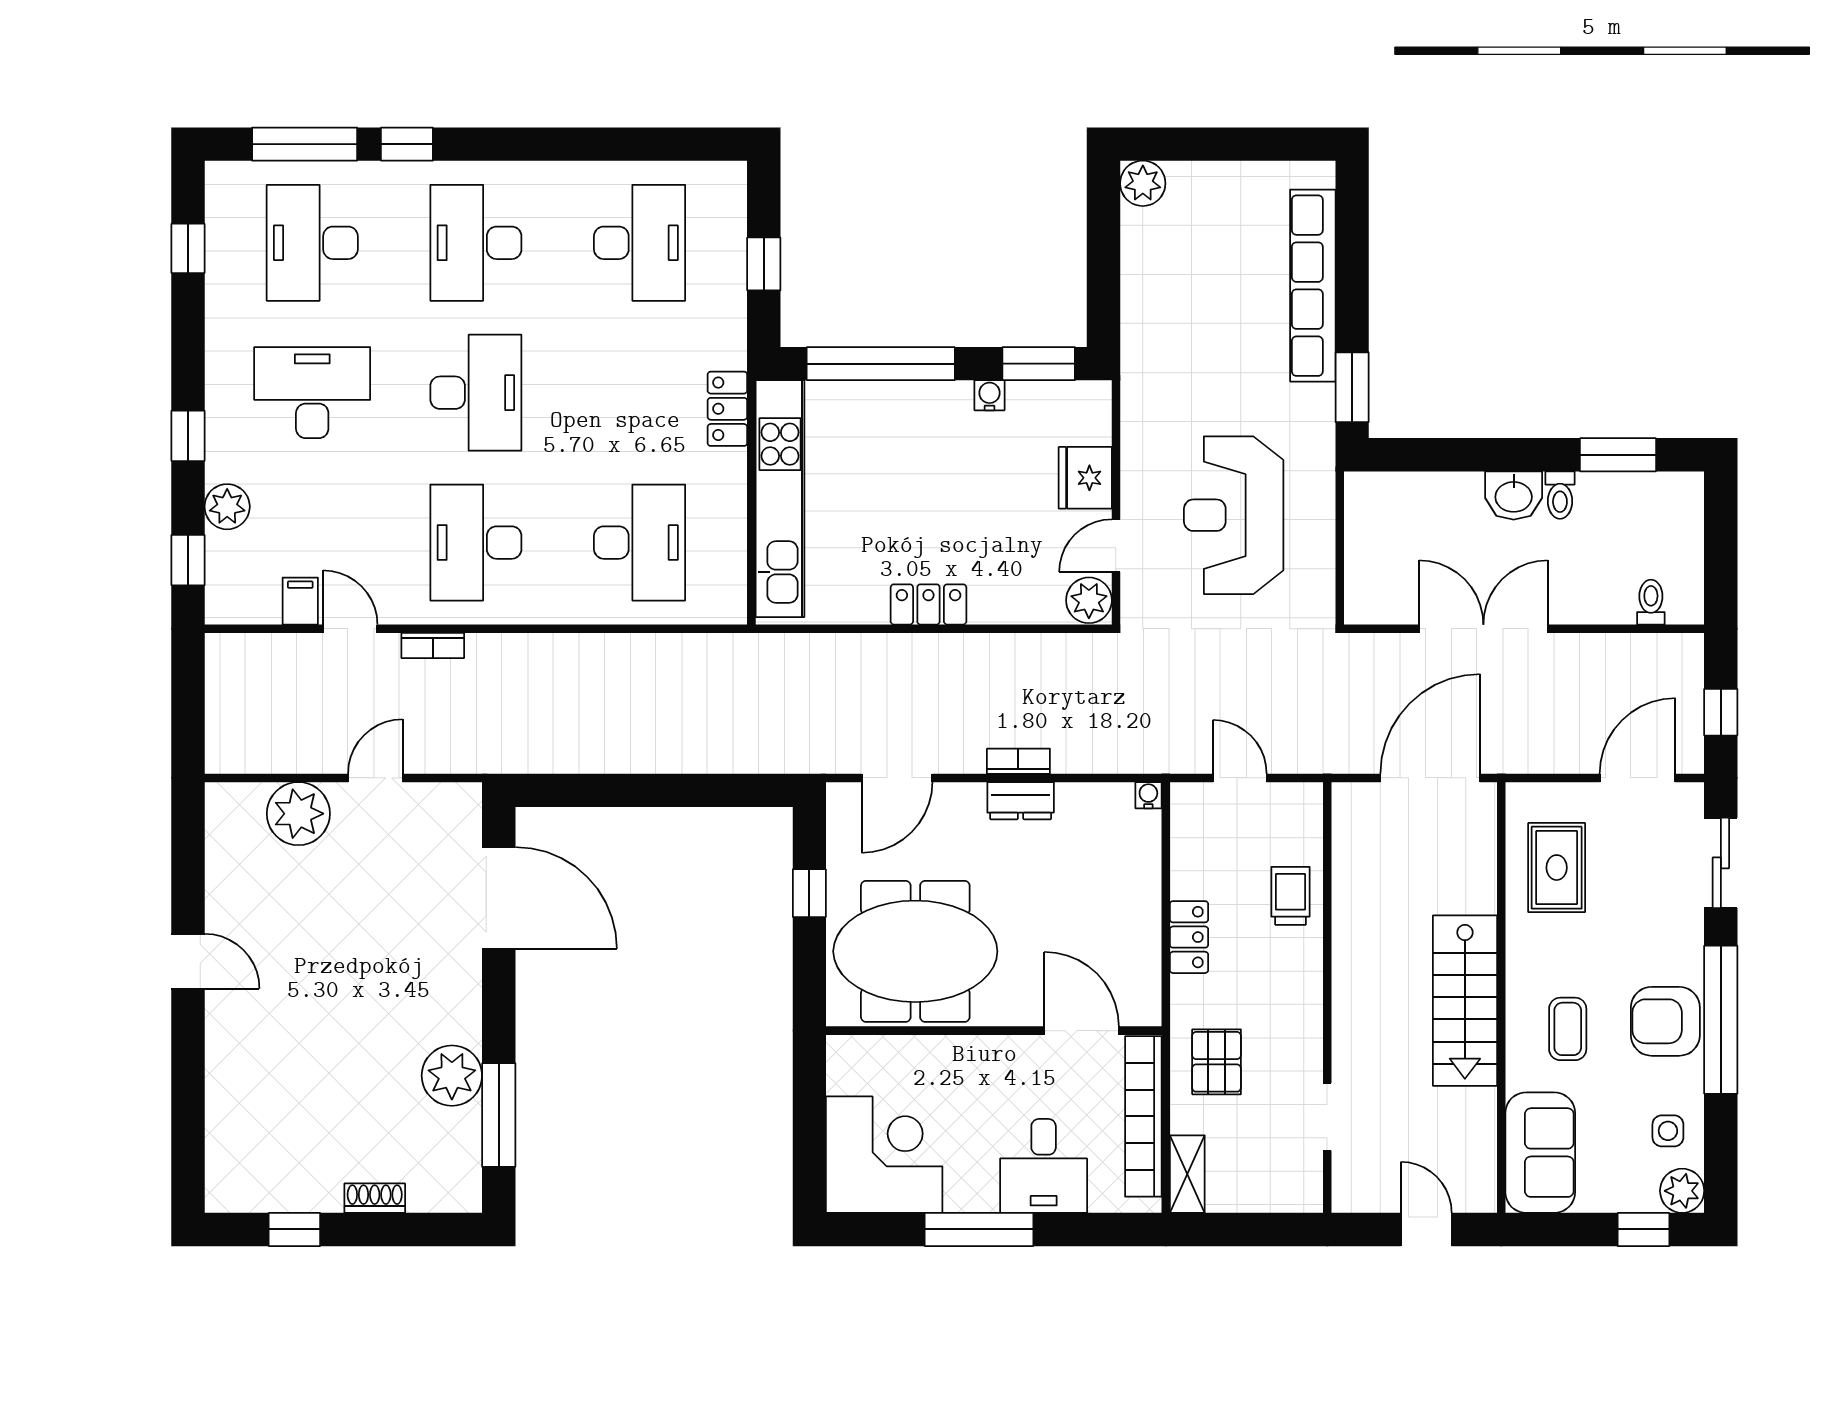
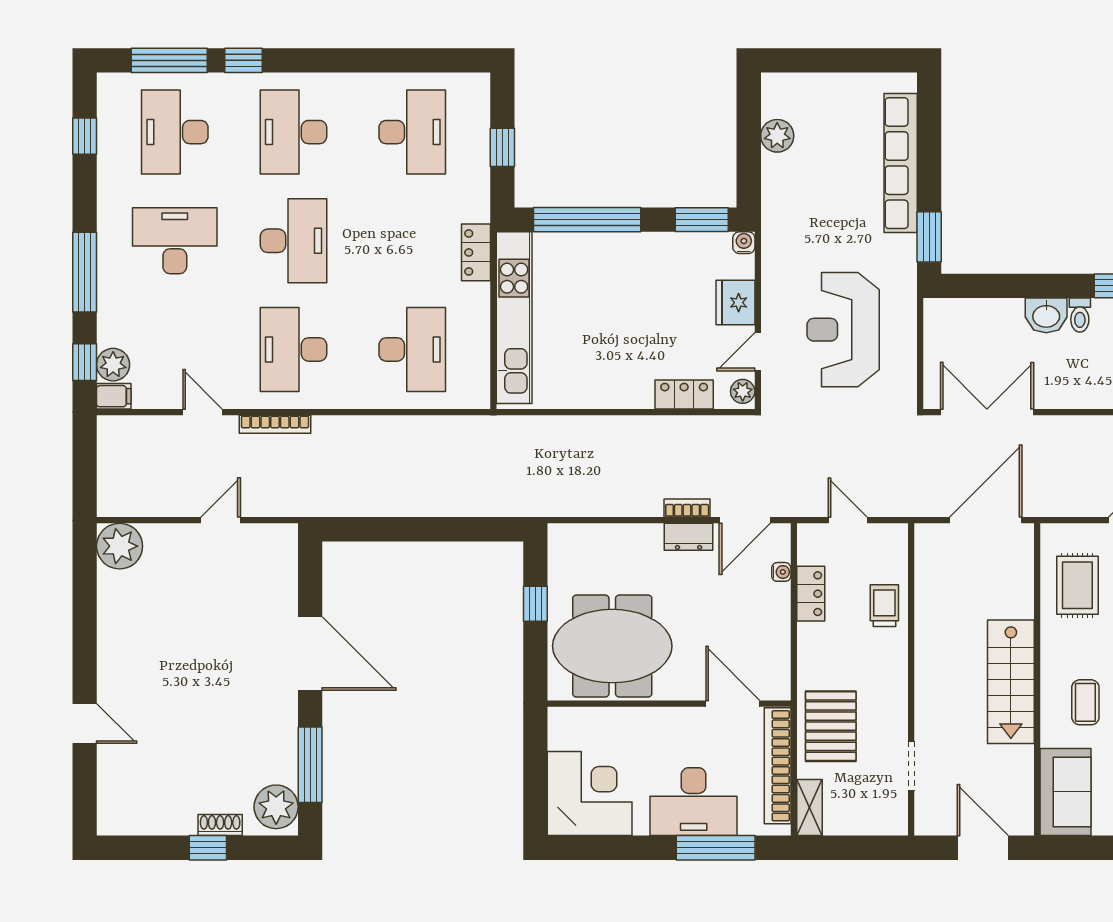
plant: (1143, 183) -> (777, 136), moved
water cooler: (989, 395) -> (744, 243), moved
window: (188, 436) -> (85, 272), width x2.17
plant: (227, 507) -> (113, 365), moved
plant: (1089, 600) -> (743, 391), width x0.73, depth x0.73
filing cabinet: (300, 601) -> (114, 396), moved, turned 90
locker: (928, 604) -> (684, 394), moved
double door: (1483, 629) -> (987, 412), moved
bookcase: (433, 645) -> (275, 424), width x1.56
door: (897, 778) -> (745, 520), moved
water cooler: (1148, 795) -> (781, 572), moved, turned 90
plant: (298, 814) -> (120, 546), moved
door: (499, 898) -> (310, 654), moved
locker: (1189, 937) -> (811, 594), moved
door: (188, 961) -> (85, 724), moved
pallet: (1217, 1062) -> (831, 726), width x1.50, depth x1.42
plant: (452, 1076) -> (276, 807), moved
desk: (1044, 1166) -> (694, 802), width x1.37
window: (294, 1229) -> (208, 848), moved
window: (979, 1229) -> (716, 848), moved
door: (1426, 1229) -> (983, 848), width x1.38

